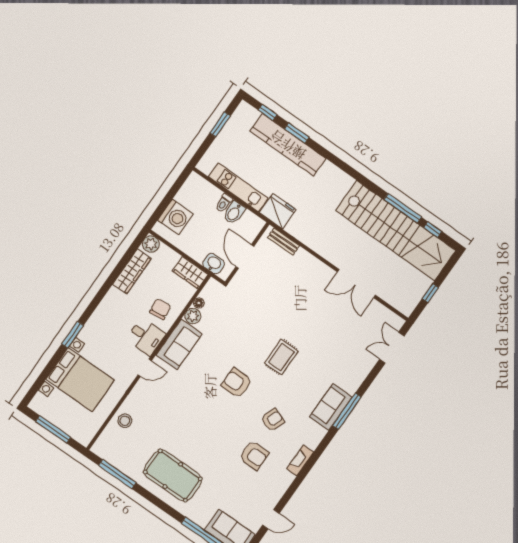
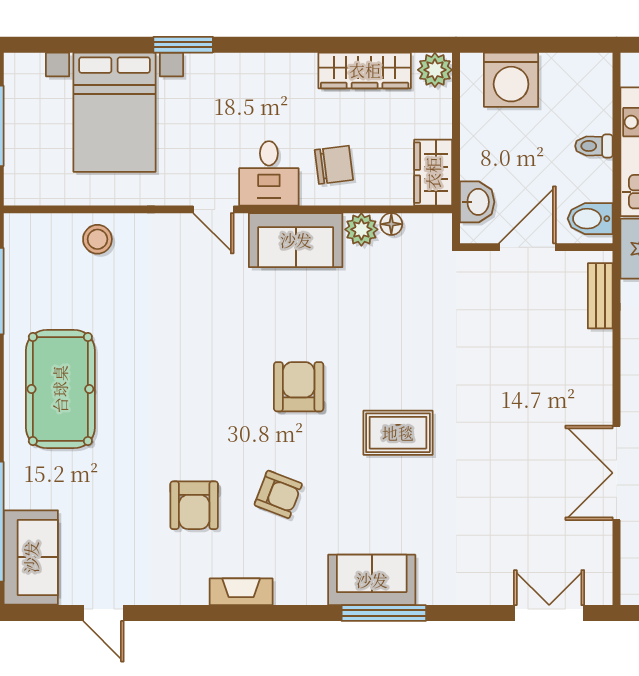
bidet: (234, 213) -> (590, 219), moved

